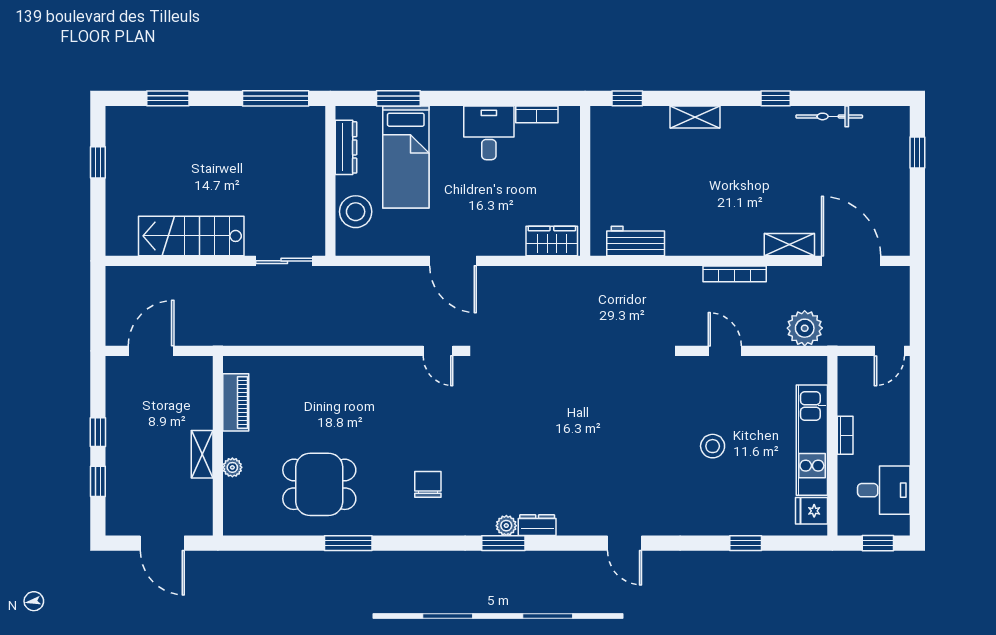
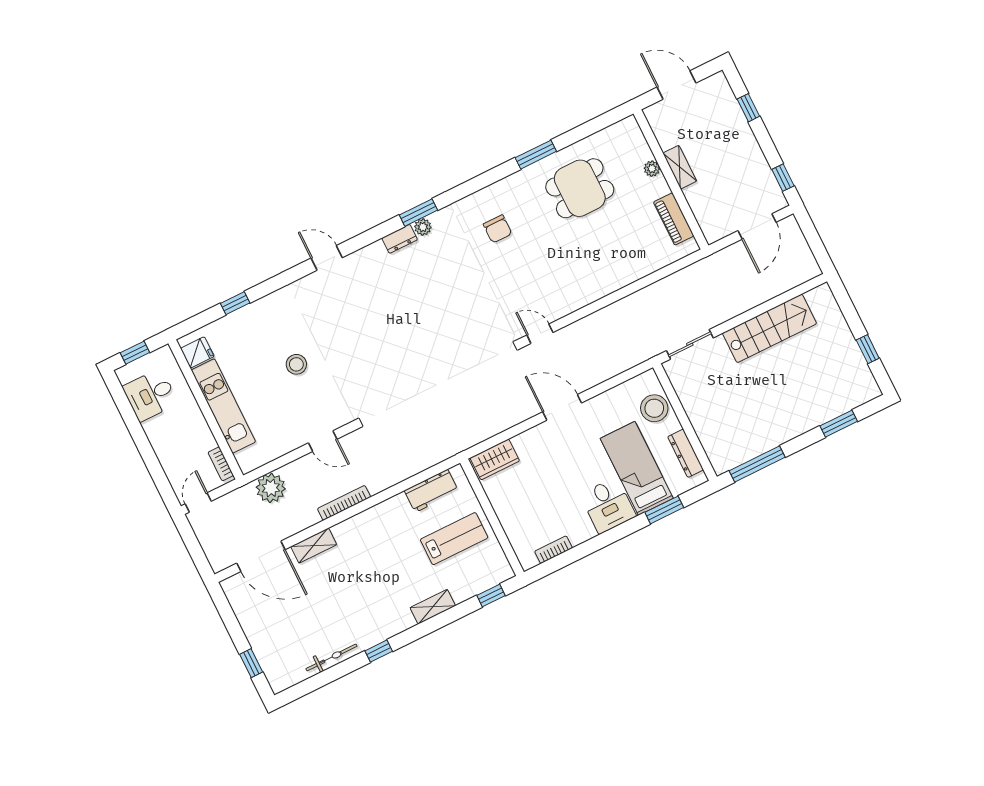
desk: (489, 133) -> (608, 505), moved
lab bench: (637, 178) -> (454, 539), added
window: (98, 432) -> (783, 178), moved
bookcase: (845, 435) -> (221, 464), moved

